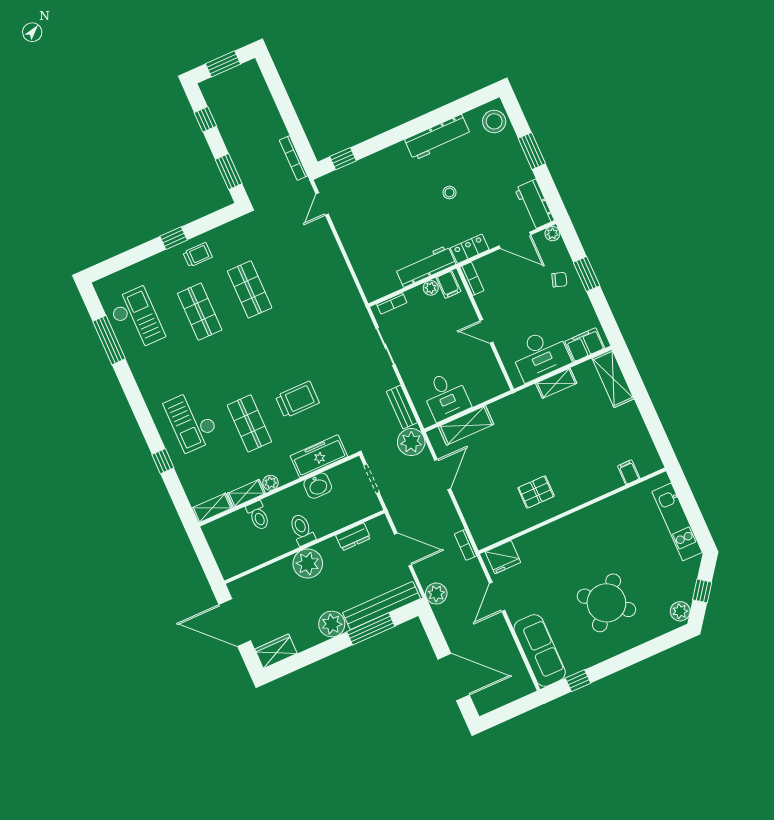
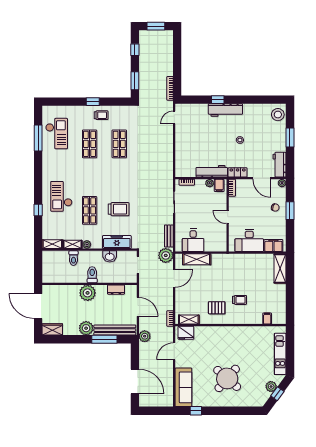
workbench: (438, 137) -> (225, 110), moved
window: (343, 159) -> (218, 100), moved
shelving: (556, 383) -> (189, 320), moved
trolley: (568, 462) -> (240, 300), added
plant: (680, 611) -> (271, 386), moved

